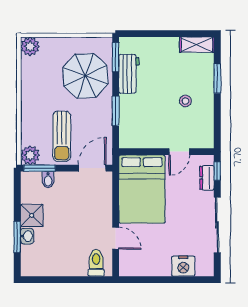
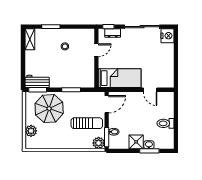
plant: (30, 46) -> (31, 131), moved
workbench: (129, 74) -> (37, 81), moved
door: (179, 152) -> (96, 50), hinge flipped
door: (92, 168) -> (107, 104), swing flipped
bed: (142, 189) -> (120, 78), width x0.67
door: (116, 238) -> (150, 90), swing flipped
toilet: (96, 263) -> (165, 123), moved
nightstand: (183, 266) -> (167, 36), moved

